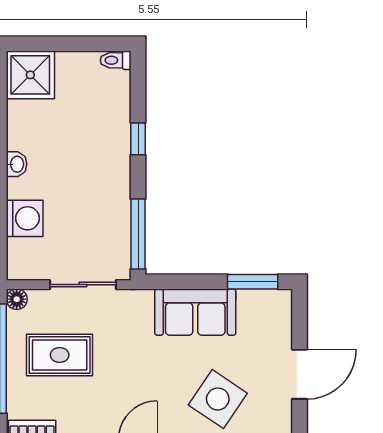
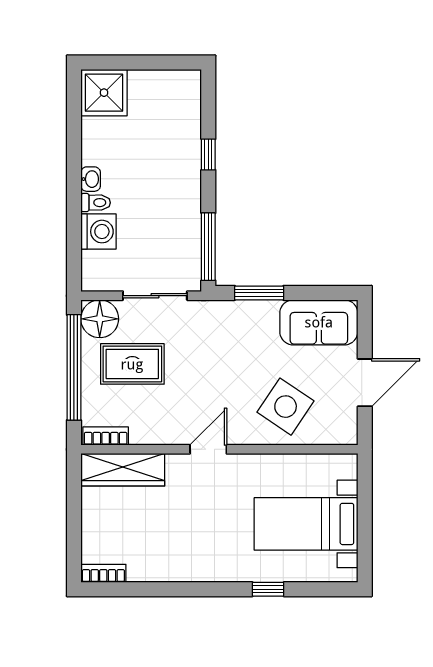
toilet: (116, 60) -> (96, 203), moved, turned 180
window: (253, 282) -> (259, 293), moved
floor lamp: (17, 299) -> (100, 319), width x1.89, depth x1.89
sofa: (195, 312) -> (319, 322), moved

